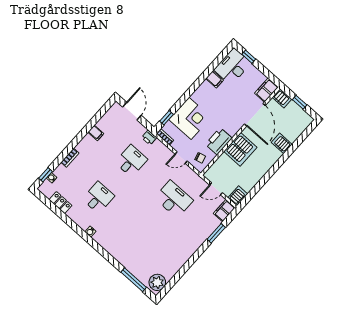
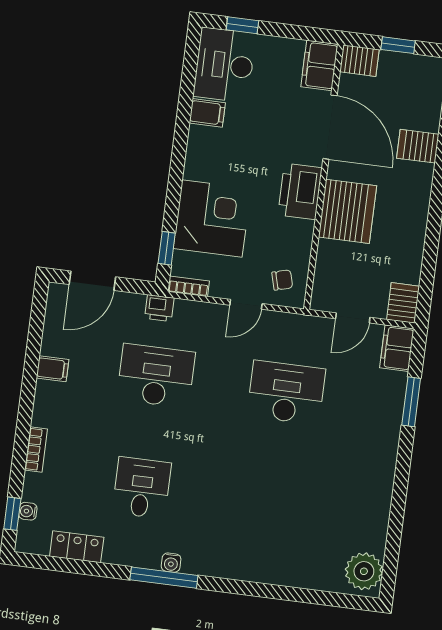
door: (132, 111) -> (92, 281), swing flipped
printer: (219, 141) -> (300, 191), moved
desk: (131, 161) -> (156, 376), width x1.37
window: (134, 280) -> (164, 578), moved

